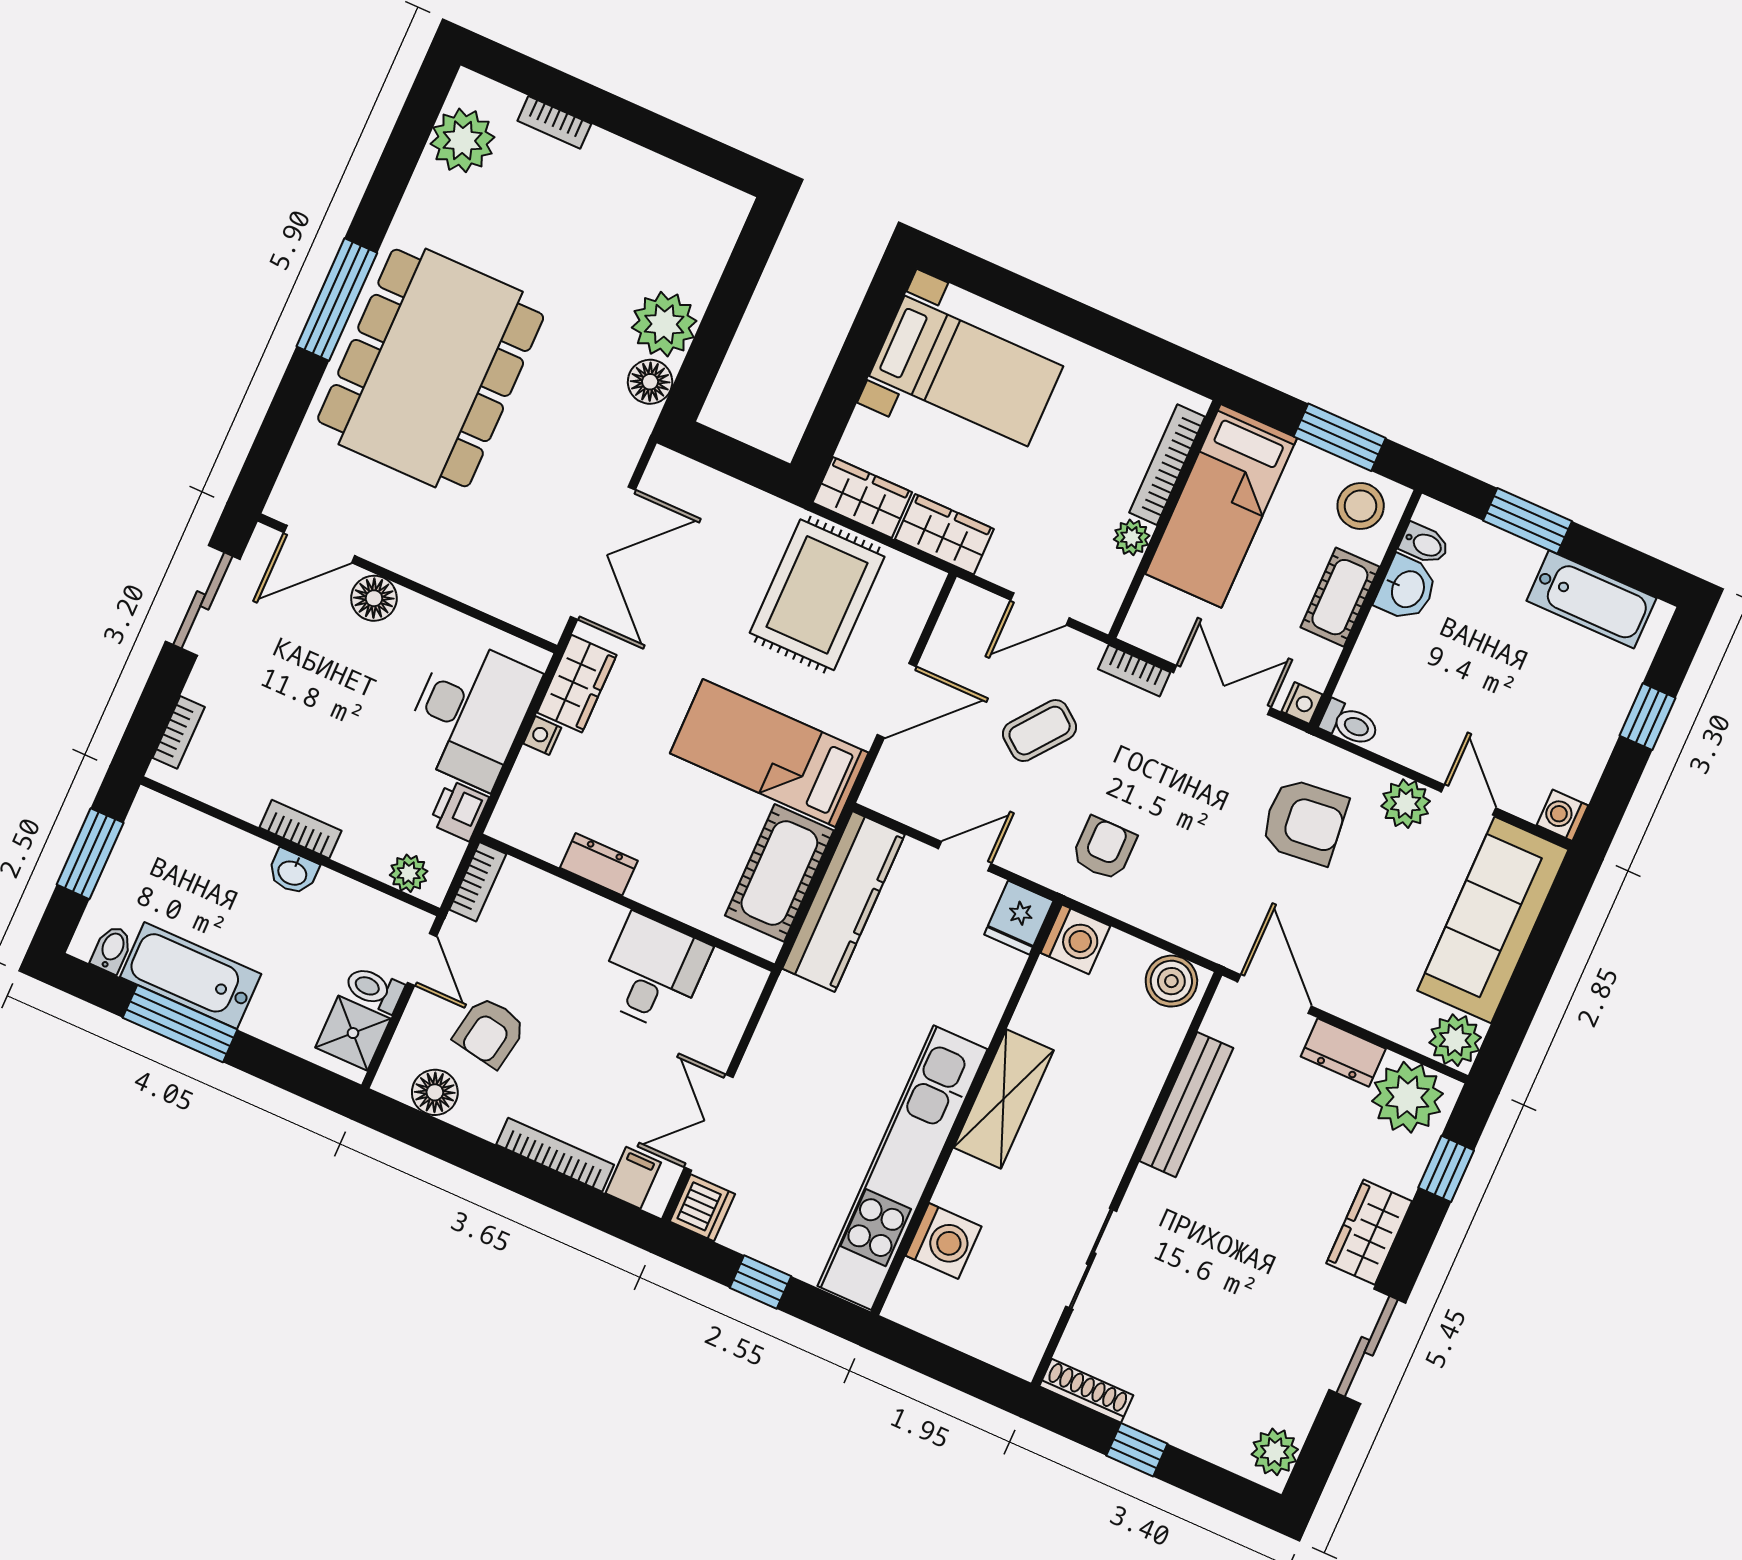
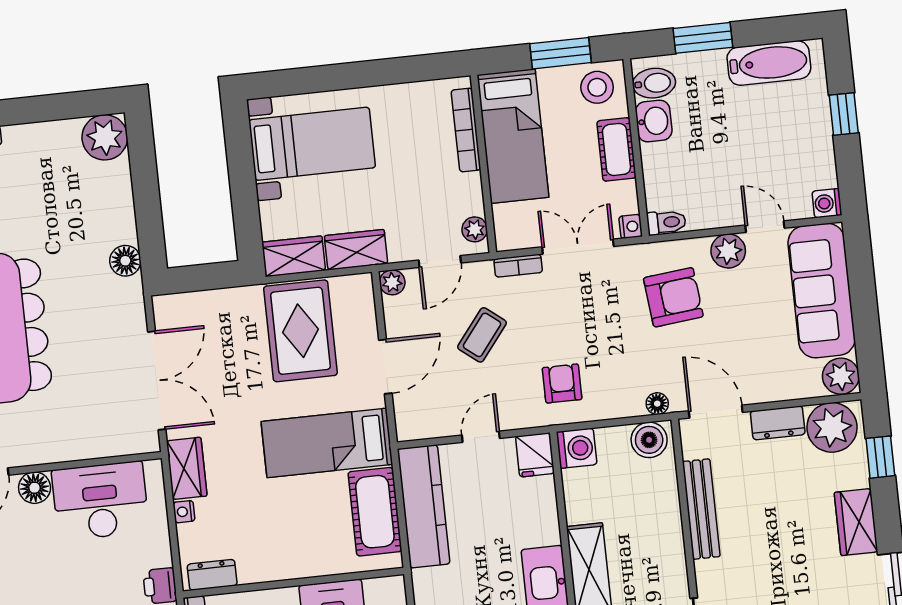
plant: (664, 324) -> (105, 137), moved
plant: (1132, 537) -> (475, 229), moved
bidet: (1424, 544) -> (654, 83), width x1.38, depth x1.36
plant: (966, 601) -> (392, 282), added
desk: (470, 713) -> (100, 501), moved, turned -90
dresser: (599, 864) -> (212, 575), moved
floor lamp: (1208, 942) -> (657, 404), added

